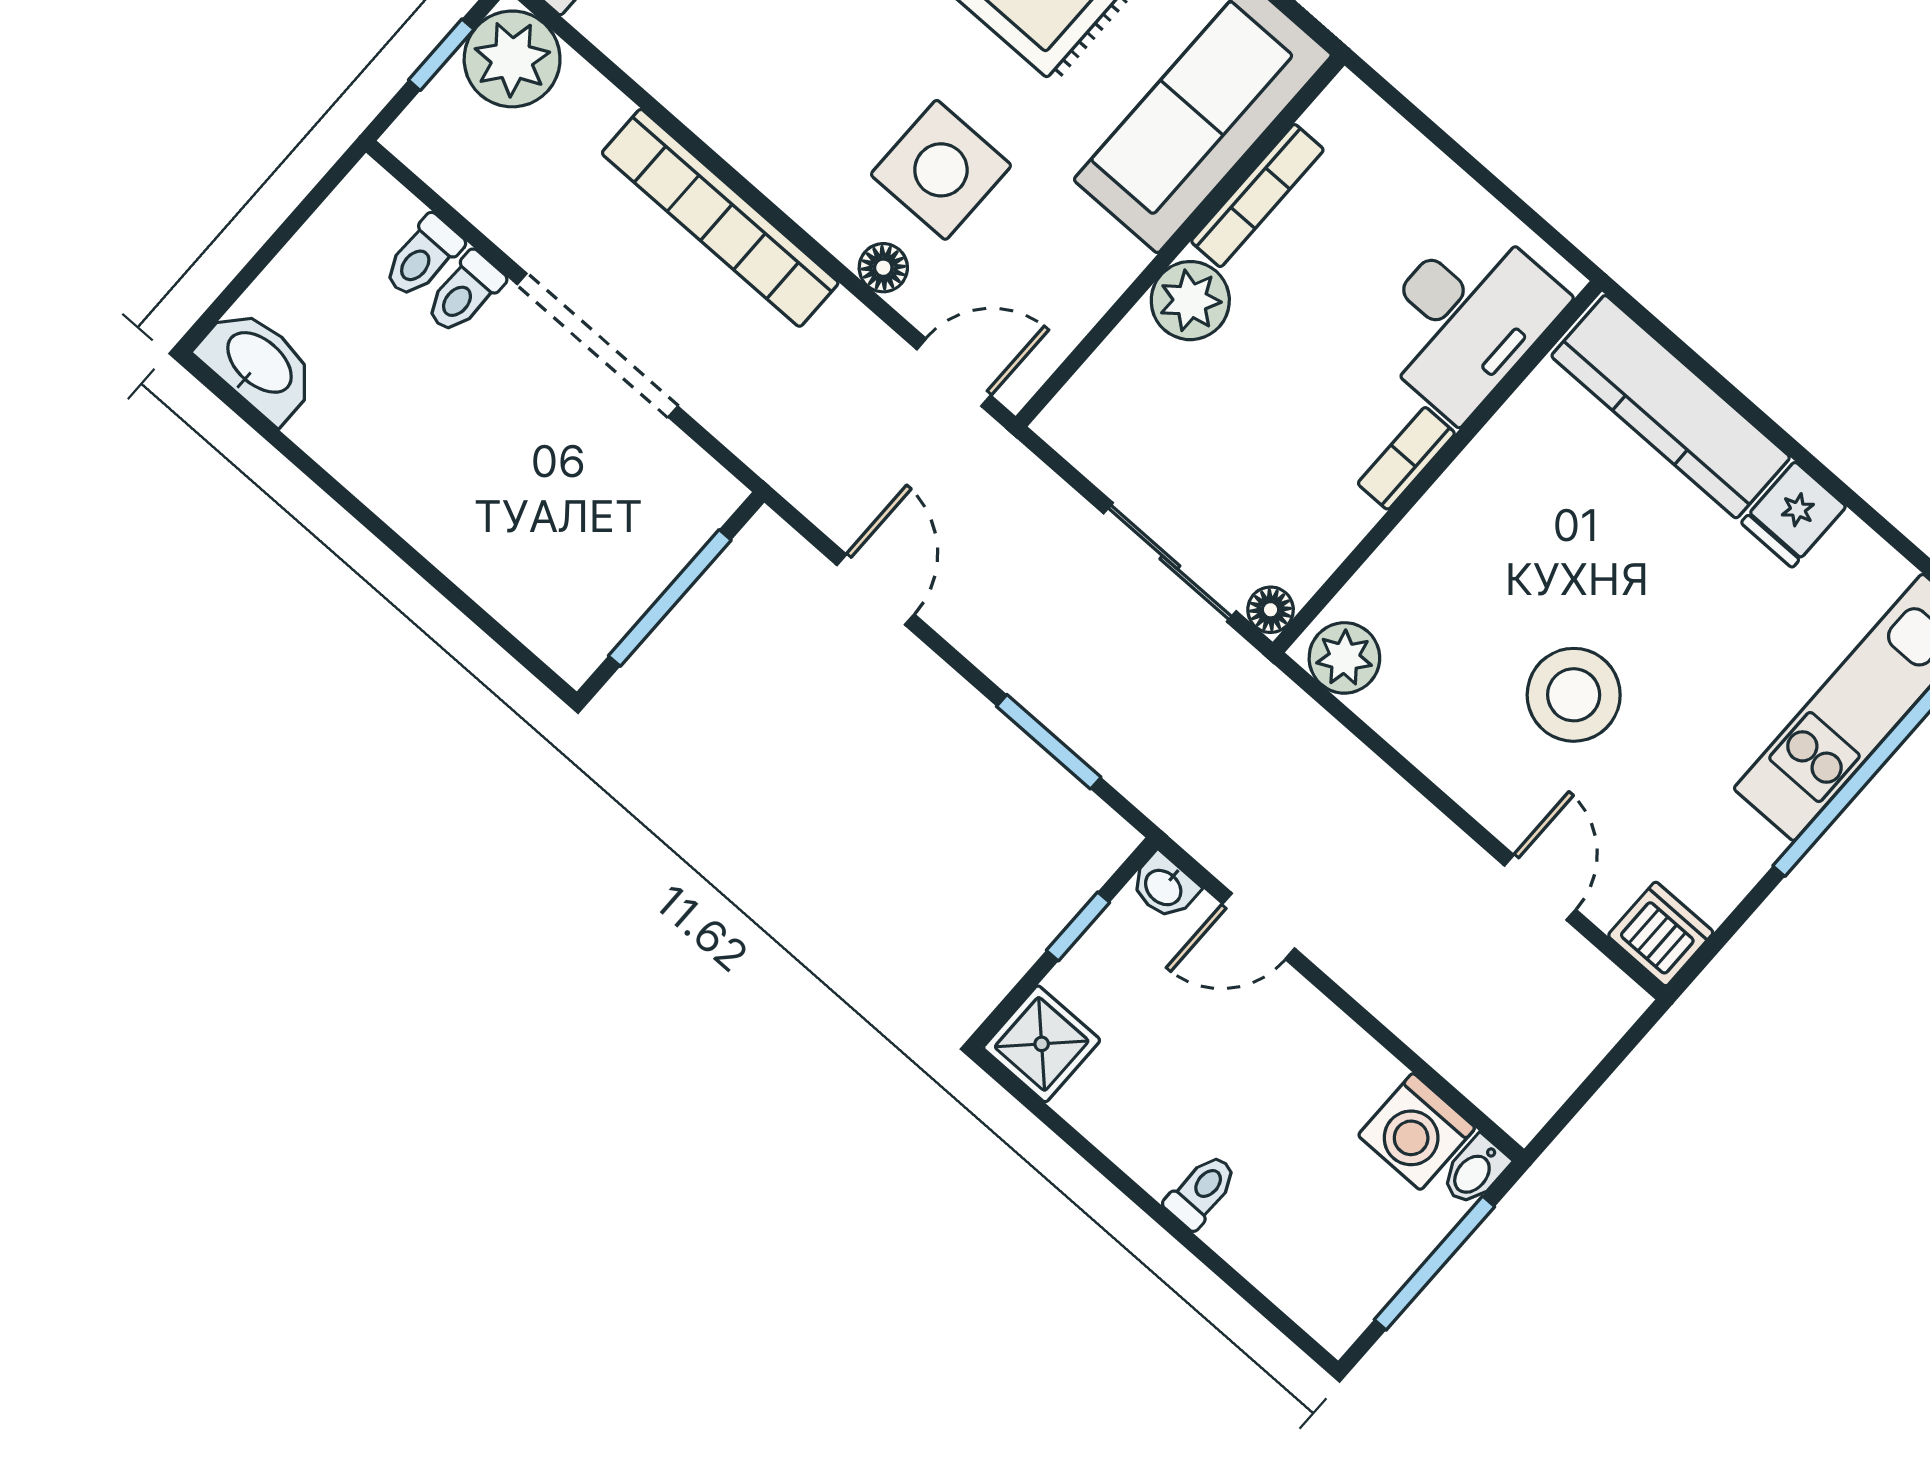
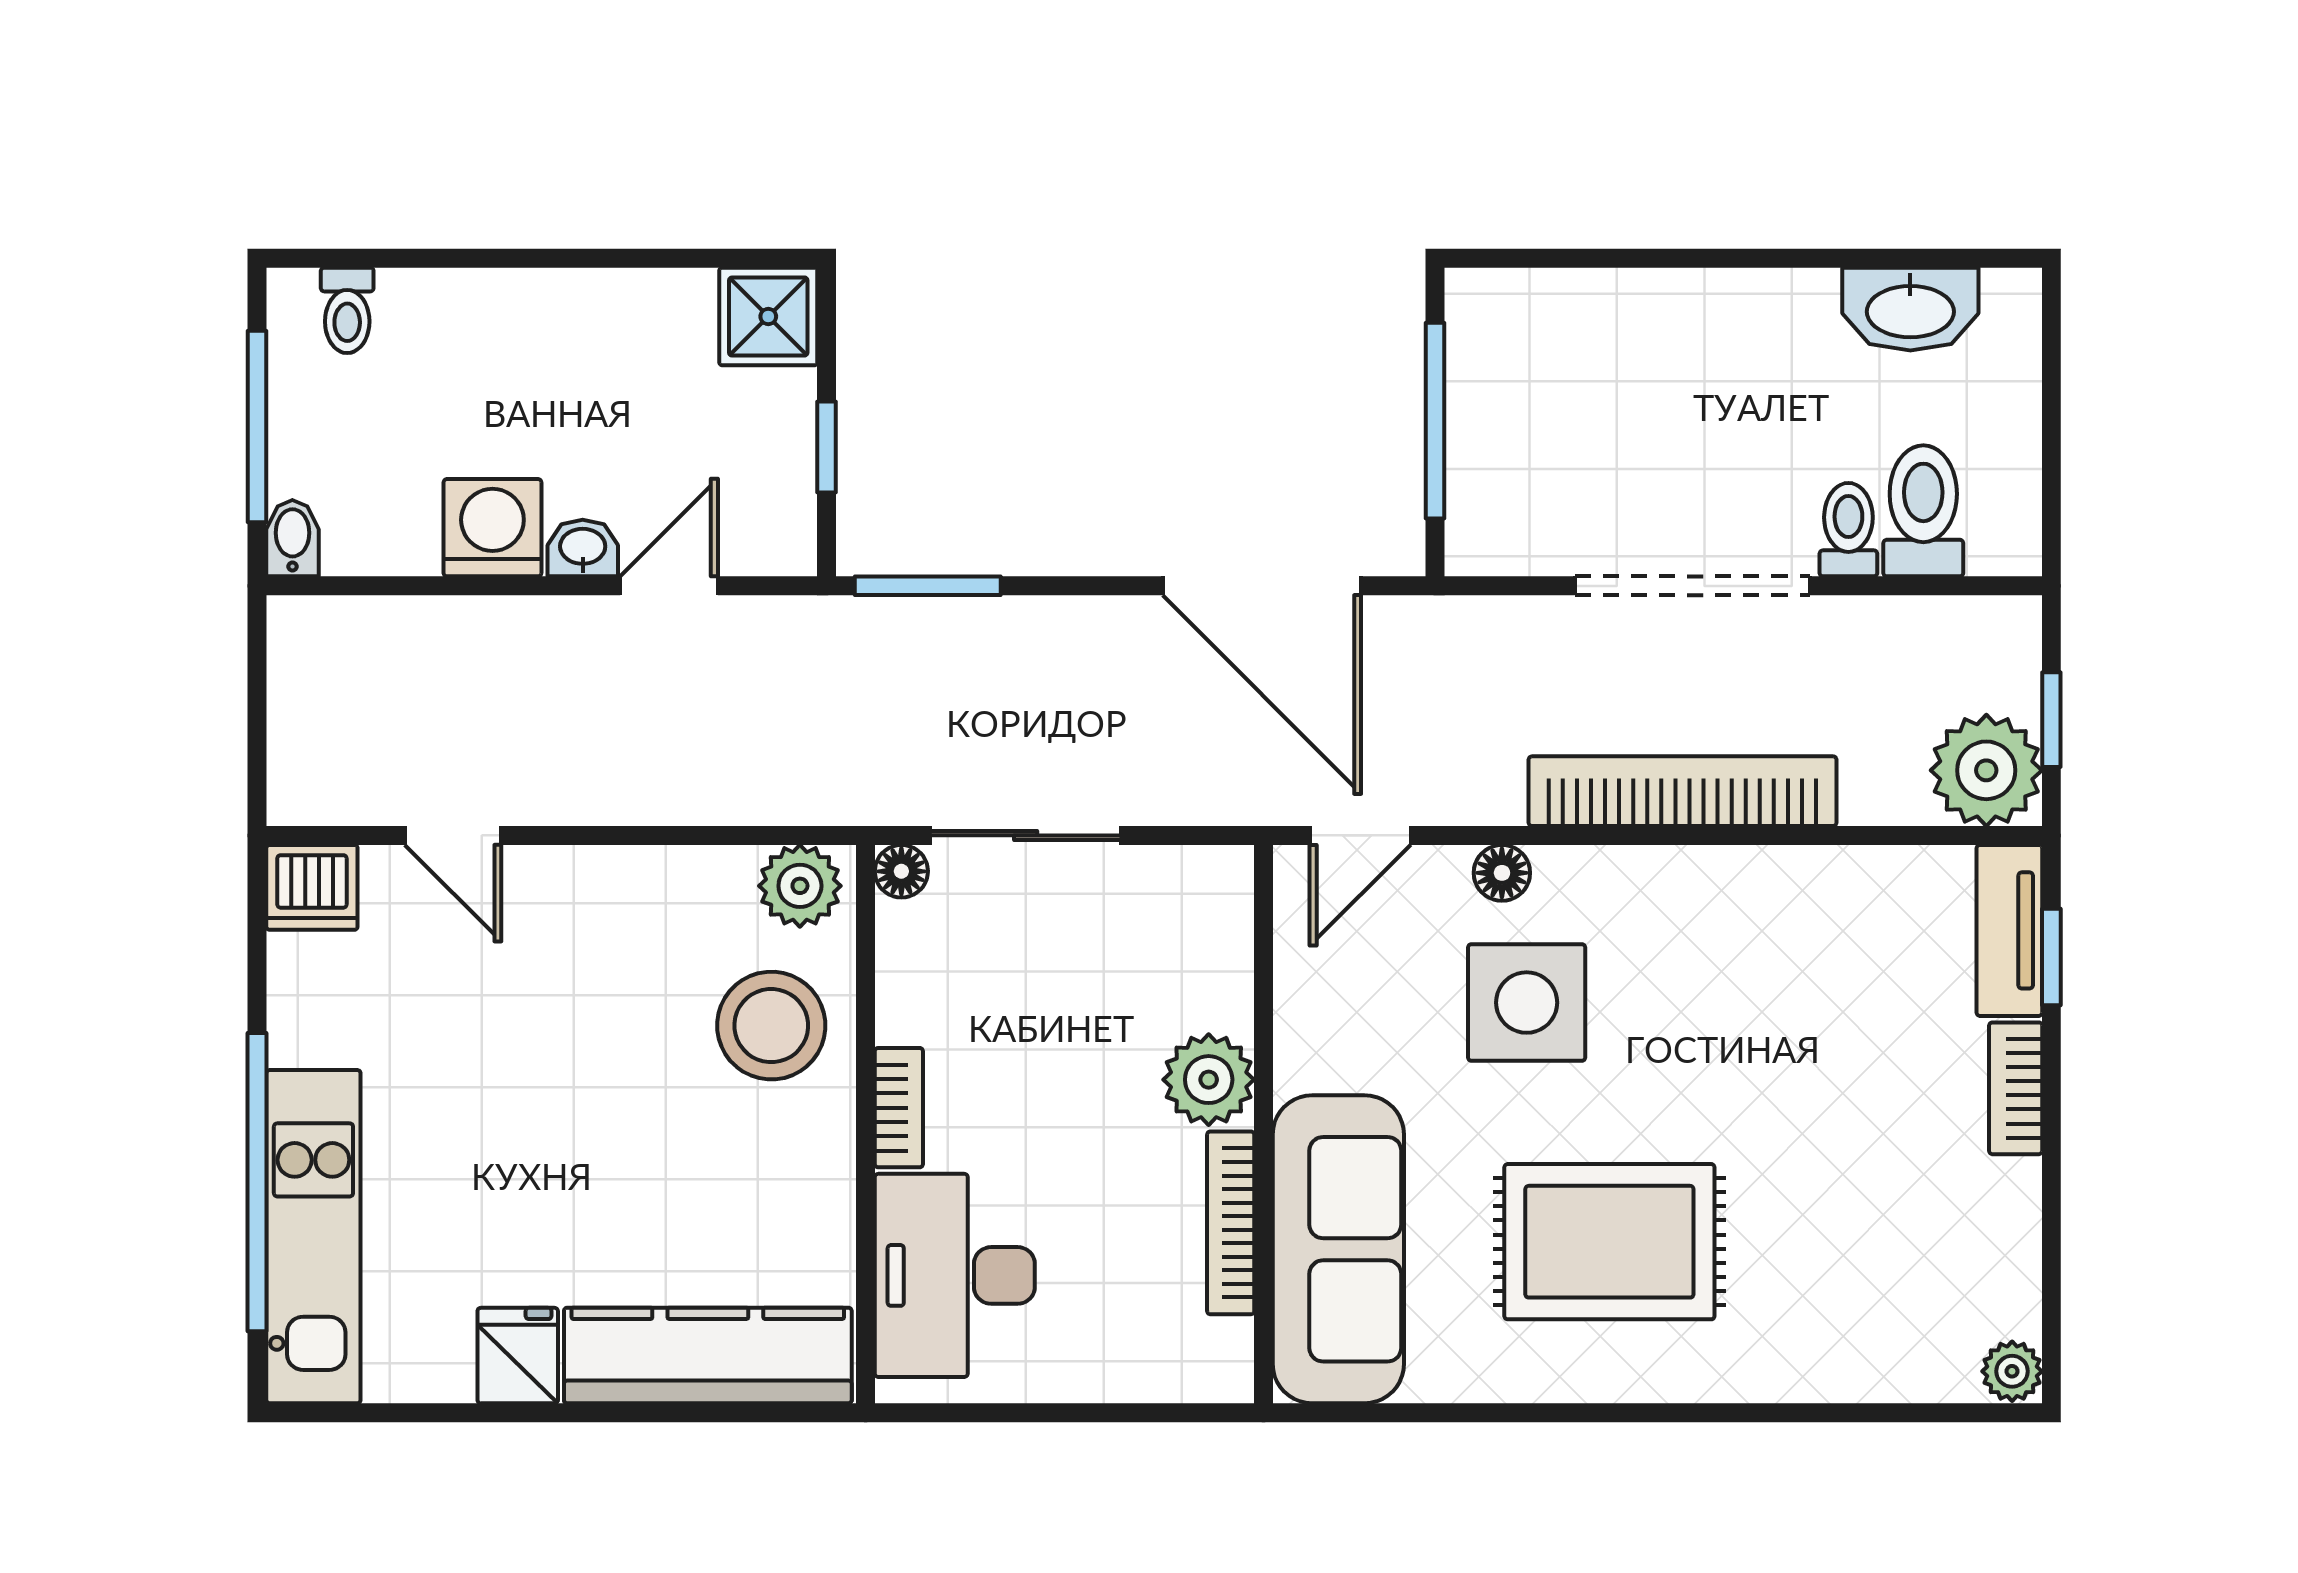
toilet: (423, 257) -> (1923, 511), width x1.37, depth x1.39
washbasin: (258, 364) -> (1910, 309), moved
door: (875, 590) -> (1262, 586), width x1.88
stool: (1574, 695) -> (771, 1026), moved
window: (1049, 742) -> (928, 586), moved
washbasin: (1164, 886) -> (583, 548), moved
washing machine: (1417, 1132) -> (492, 528), moved
toilet: (1201, 1191) -> (347, 310), moved

